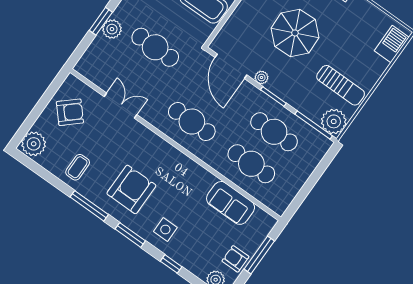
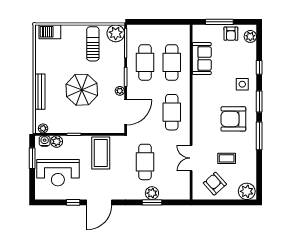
coffee table: (78, 167) -> (227, 158), moved

